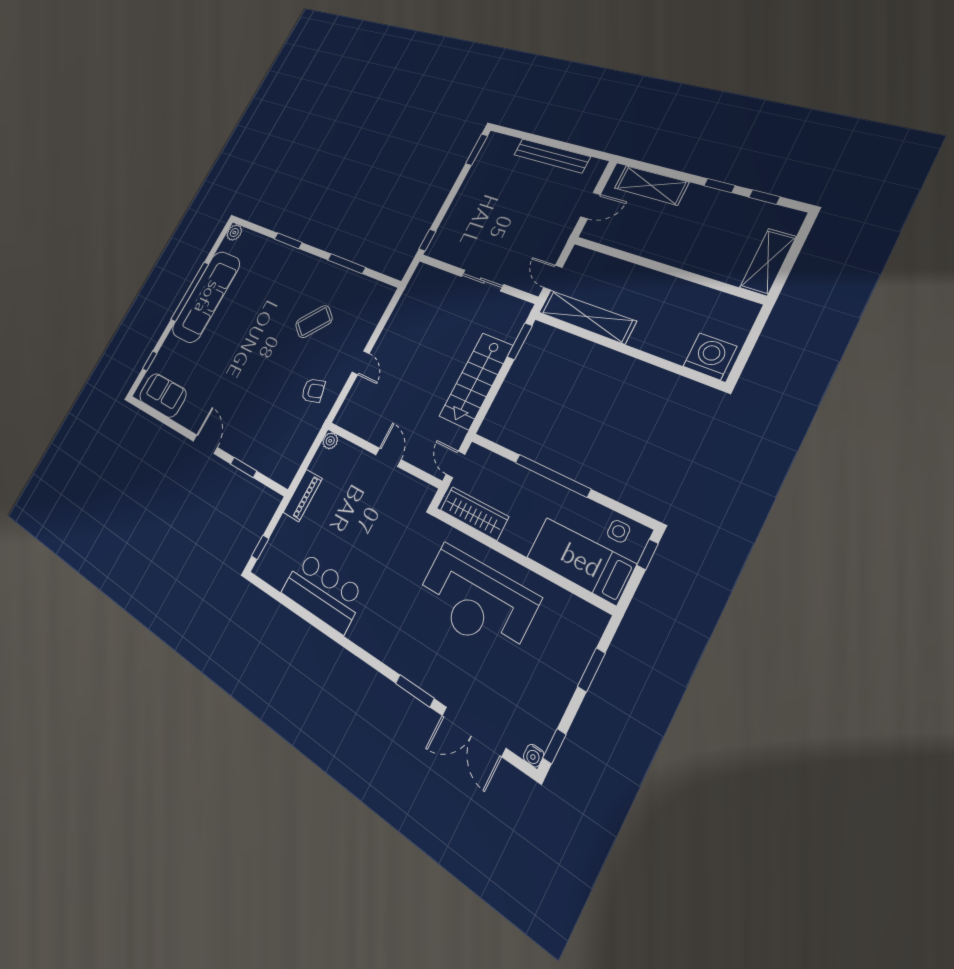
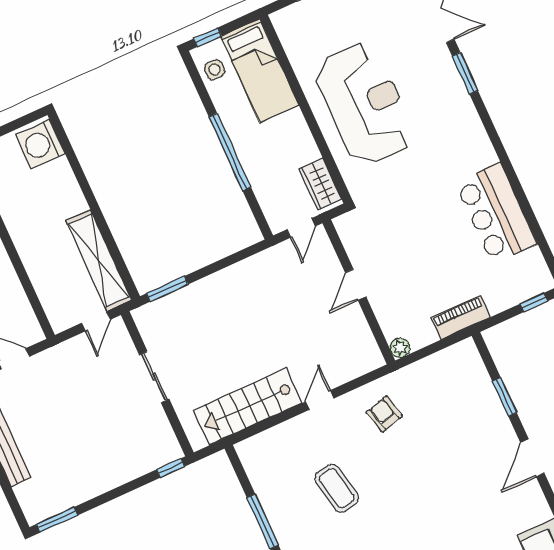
coffee table: (314, 322) -> (337, 488), turned 40
stairs: (476, 381) -> (248, 407), moved, turned 180
wardrobe: (474, 513) -> (320, 184), width x0.67

